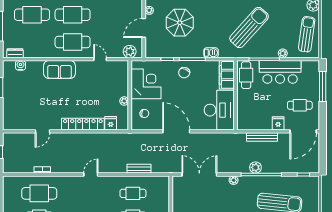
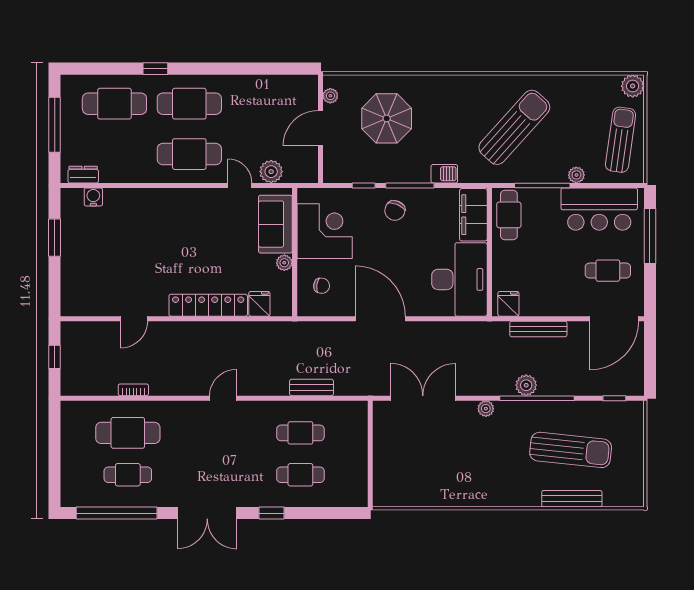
plant: (130, 52) -> (271, 172), moved
sofa: (59, 70) -> (275, 224), moved, turned 90
bar counter: (280, 72) -> (599, 209), moved
fridge: (278, 123) -> (508, 304), moved

